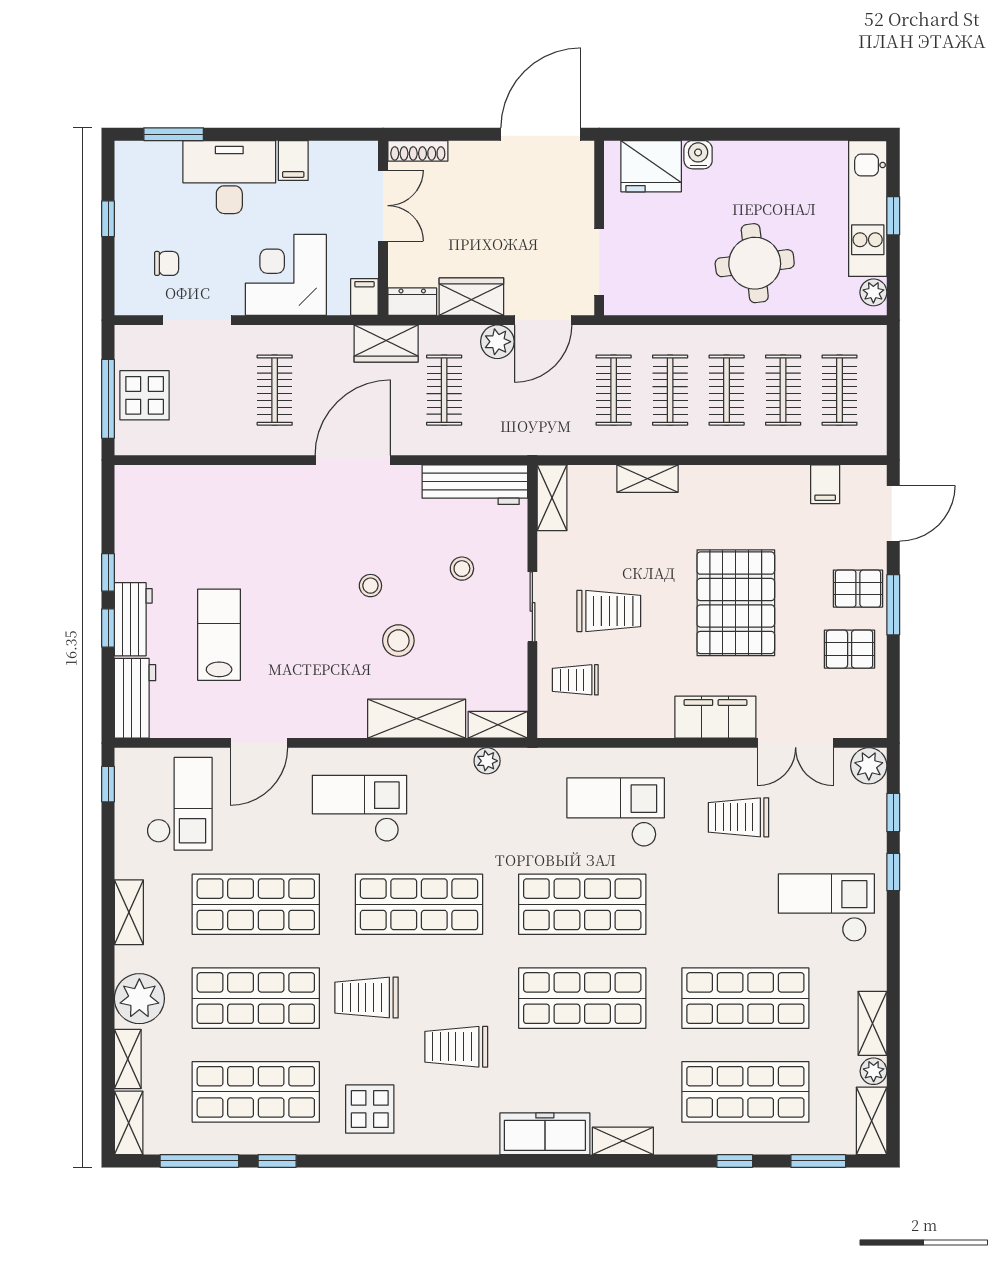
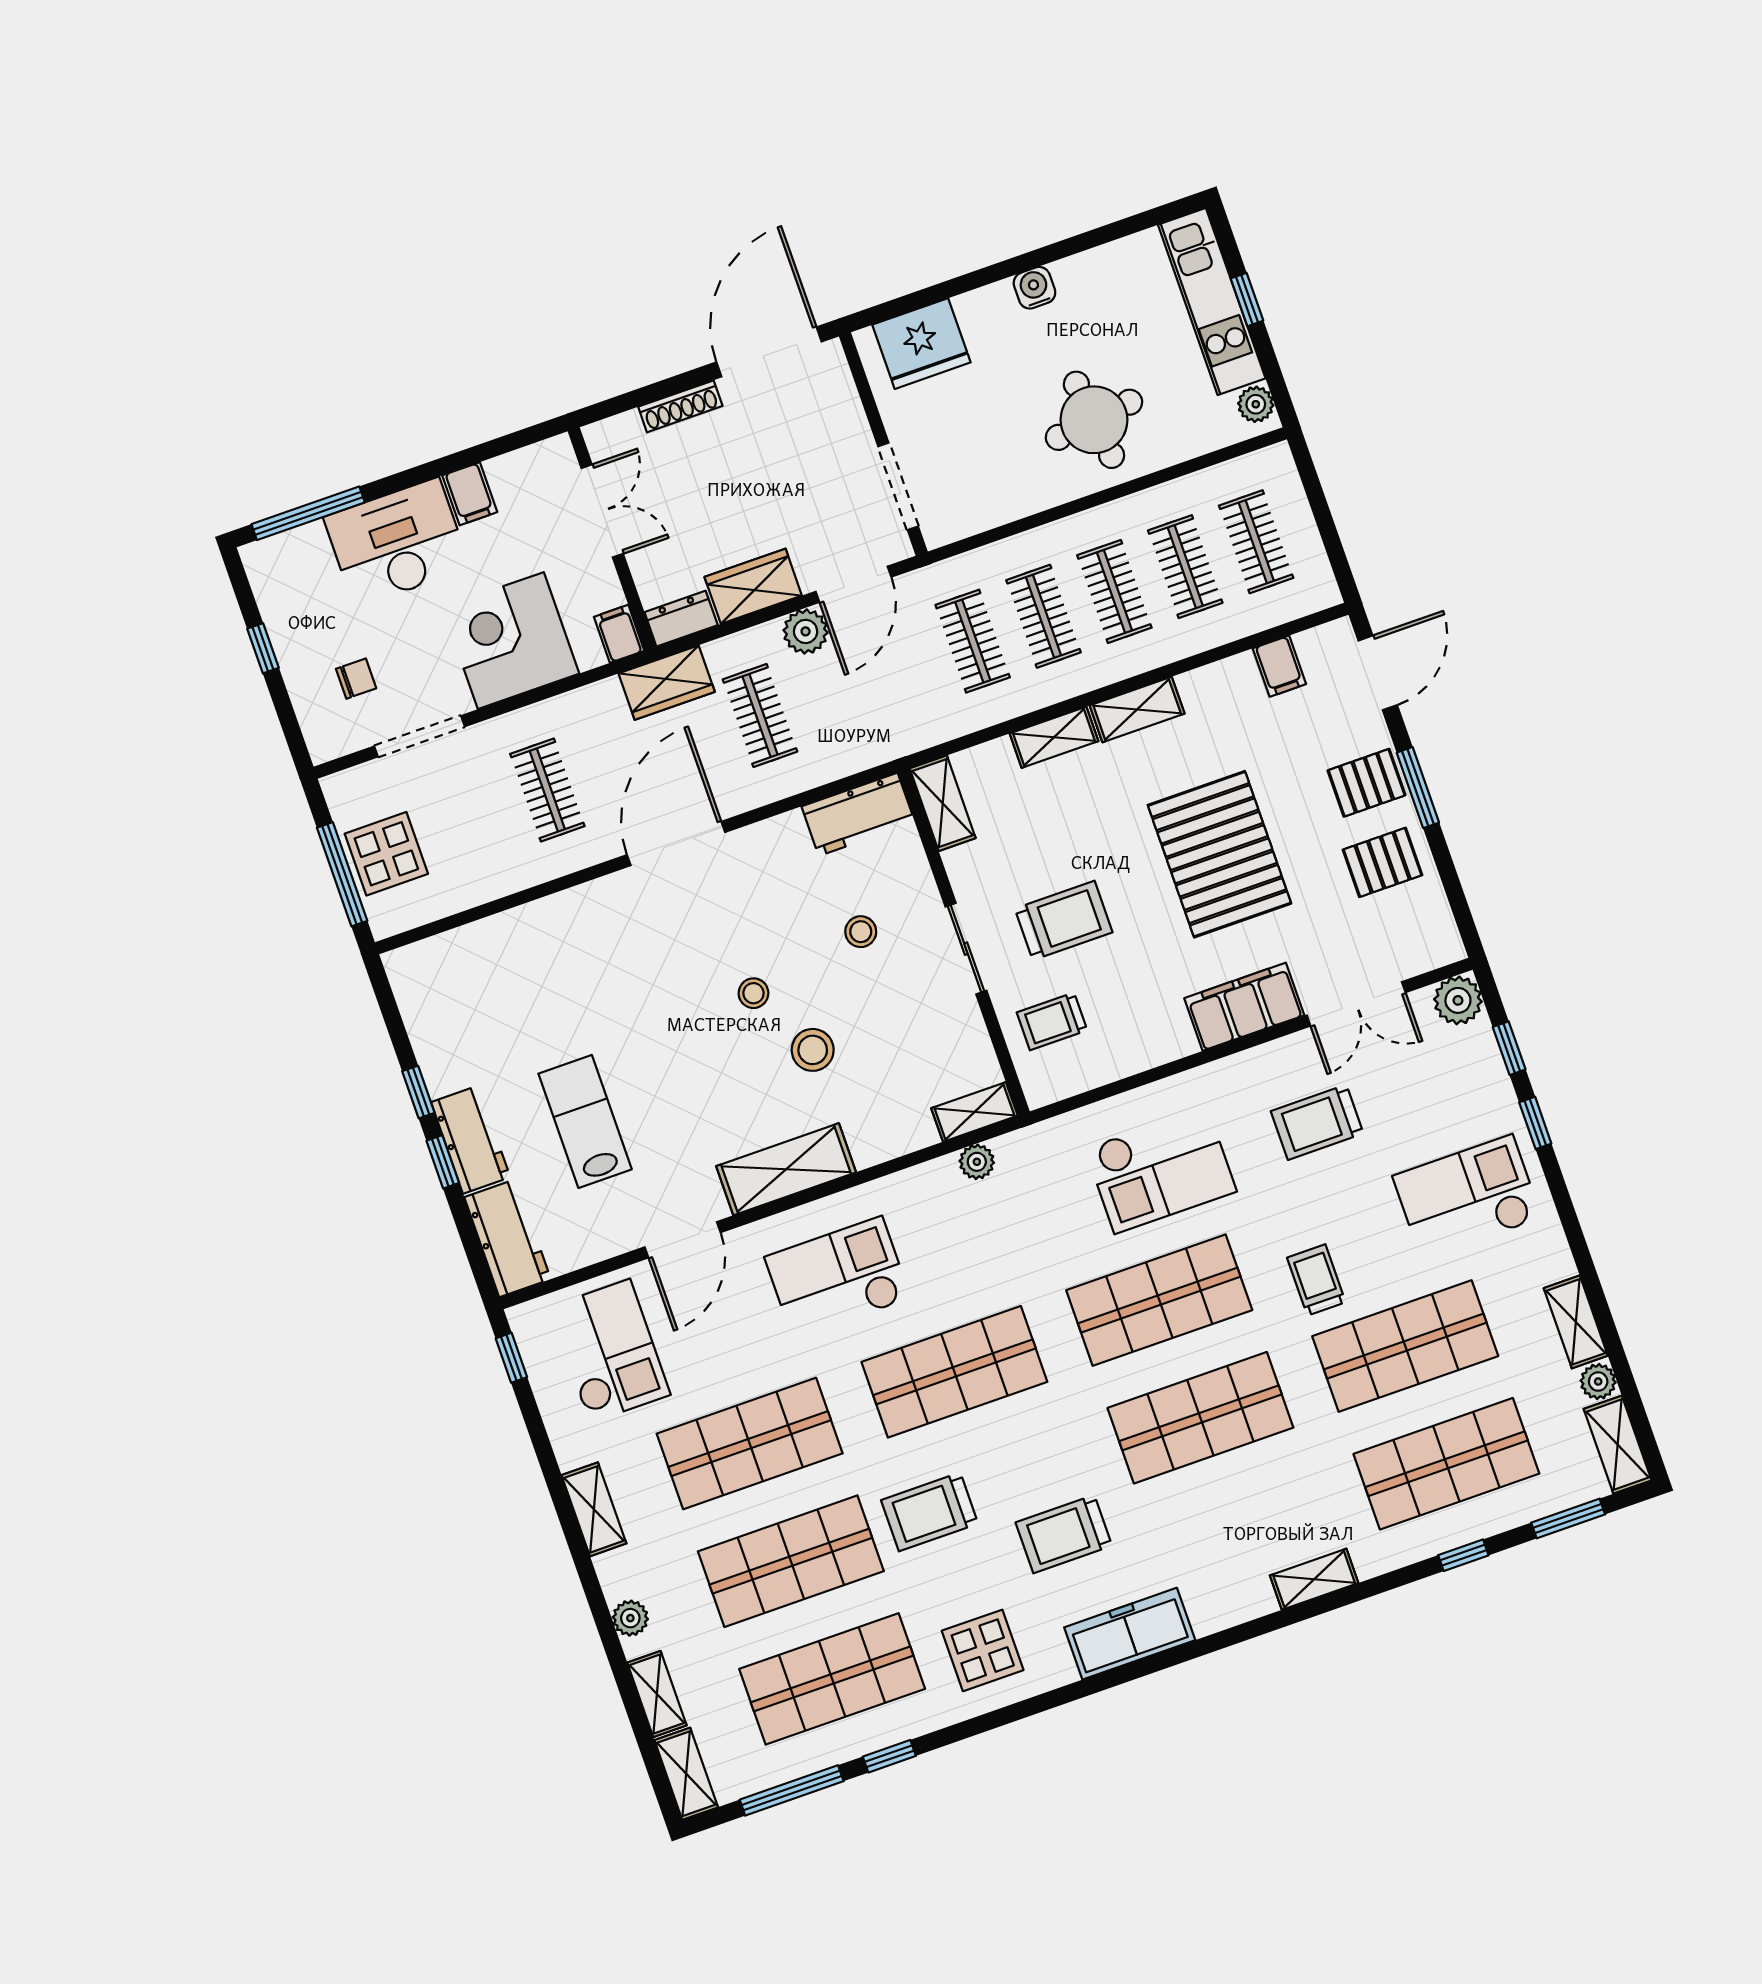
window: (174, 134) -> (308, 513), width x1.44
shoe rack: (418, 151) -> (680, 406), moved
water cooler: (698, 155) -> (1034, 288), moved
shelving: (713, 480) -> (1137, 709), added
workbench: (475, 485) -> (858, 814), width x0.73
shelving: (417, 719) -> (786, 1169), moved
checkout: (616, 812) -> (1161, 1170), turned 180
trolley: (699, 929) -> (1316, 1280), added
plant: (139, 999) -> (630, 1618), width x0.53, depth x0.53
freezer: (545, 1134) -> (1130, 1634), moved

